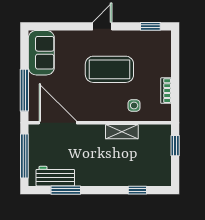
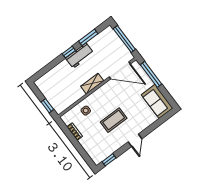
coffee table: (109, 69) -> (114, 120), width x0.73, depth x0.76
shelving: (122, 132) -> (92, 84), moved
workbench: (55, 176) -> (80, 56), moved
window: (137, 190) -> (69, 52), moved

